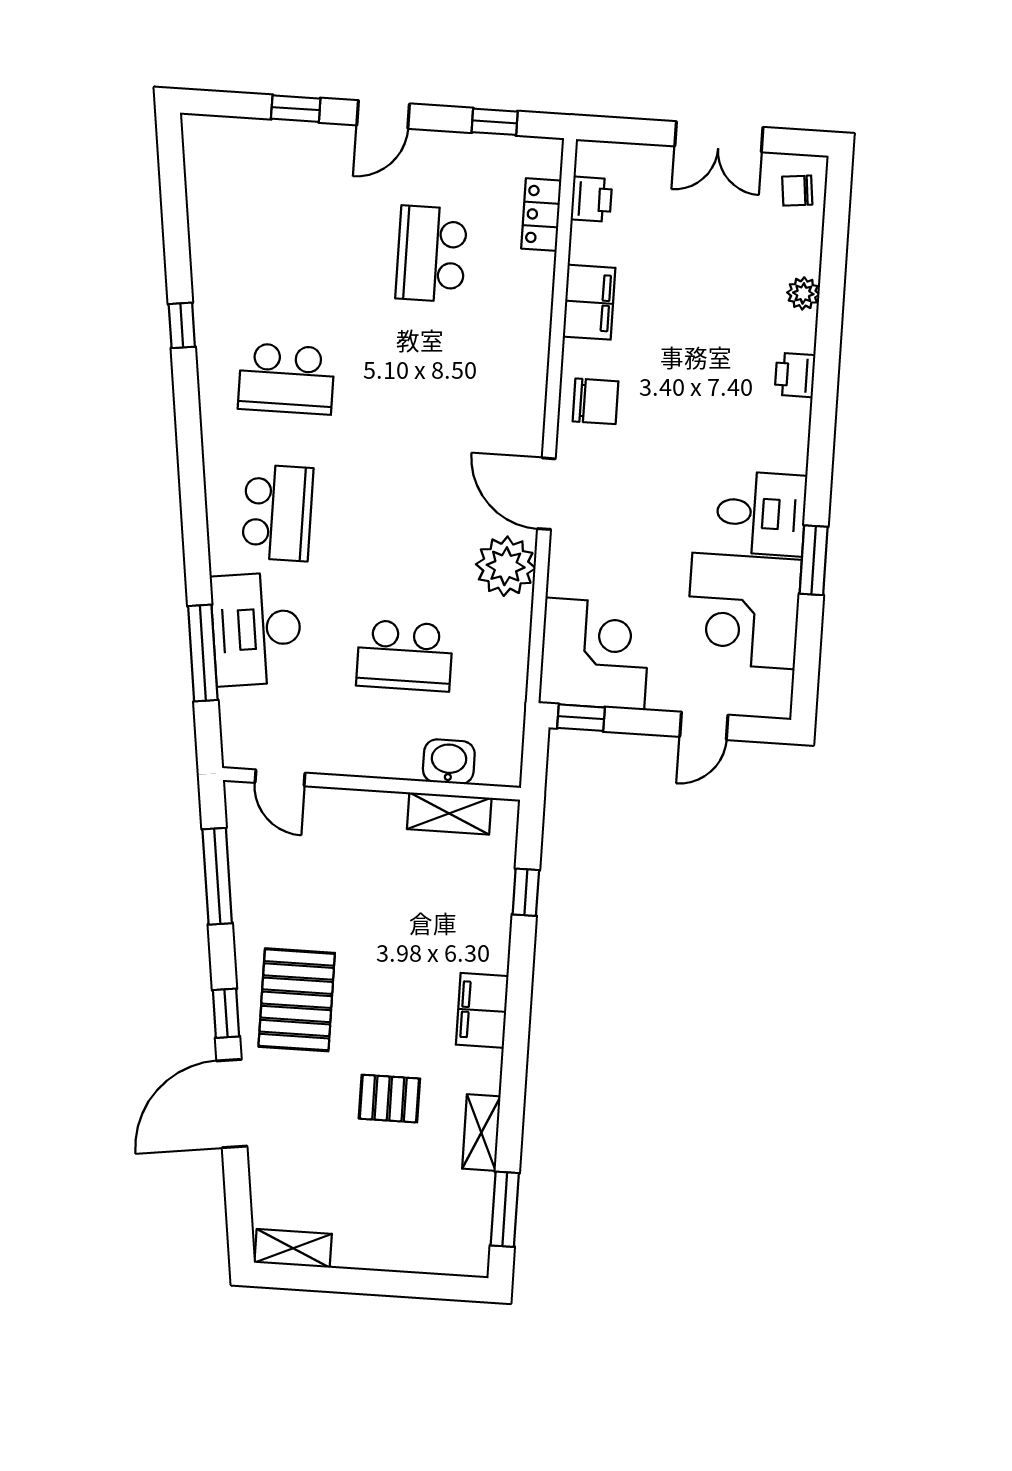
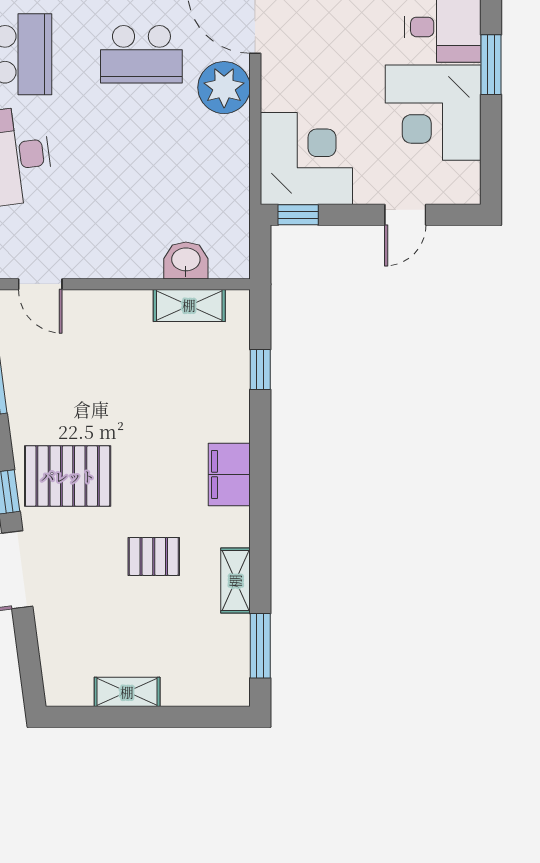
school desk: (405, 656) -> (141, 54), moved
pallet: (297, 1000) -> (68, 476), turned 90
shelving: (293, 1248) -> (127, 692), moved

